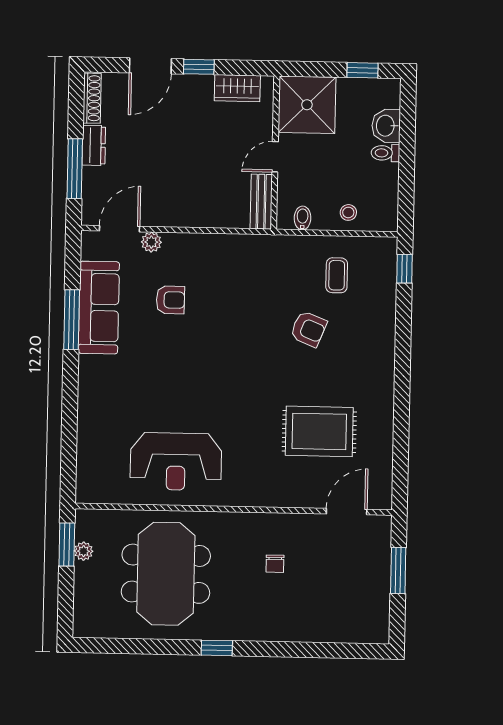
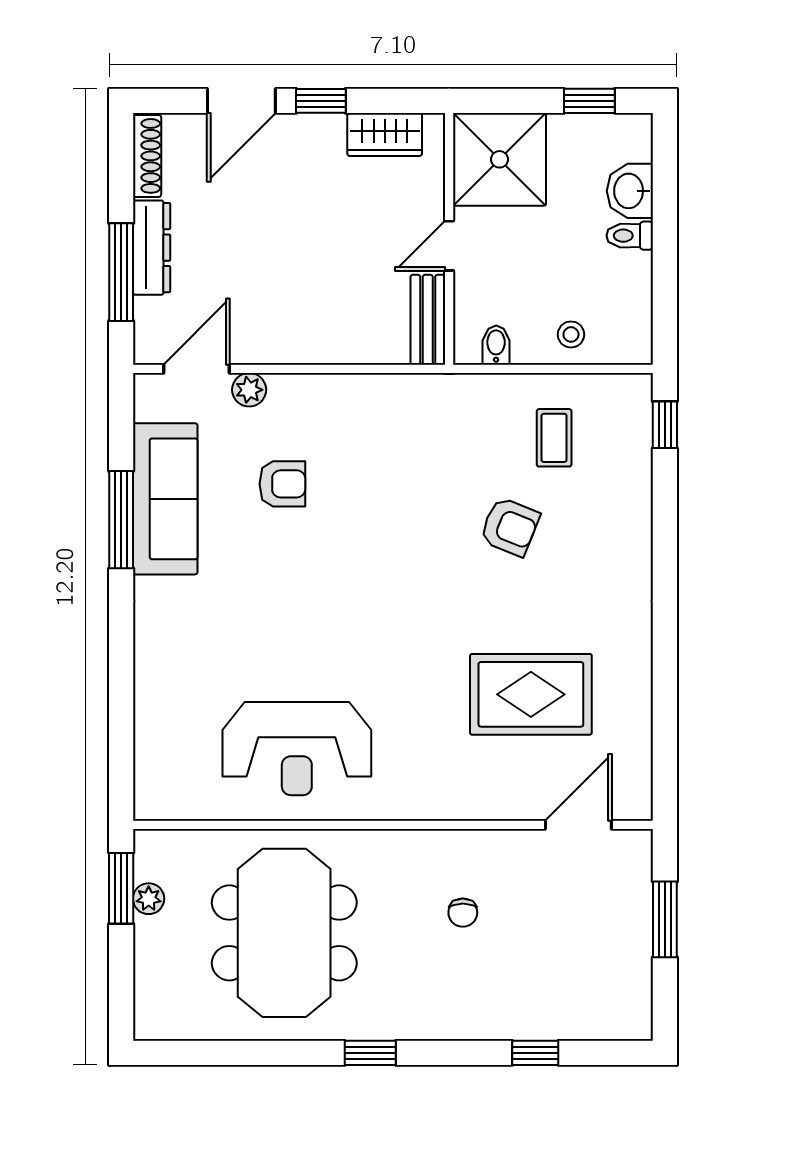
dresser: (94, 145) -> (152, 248), width x1.44
window: (317, 650) -> (535, 1053), added

